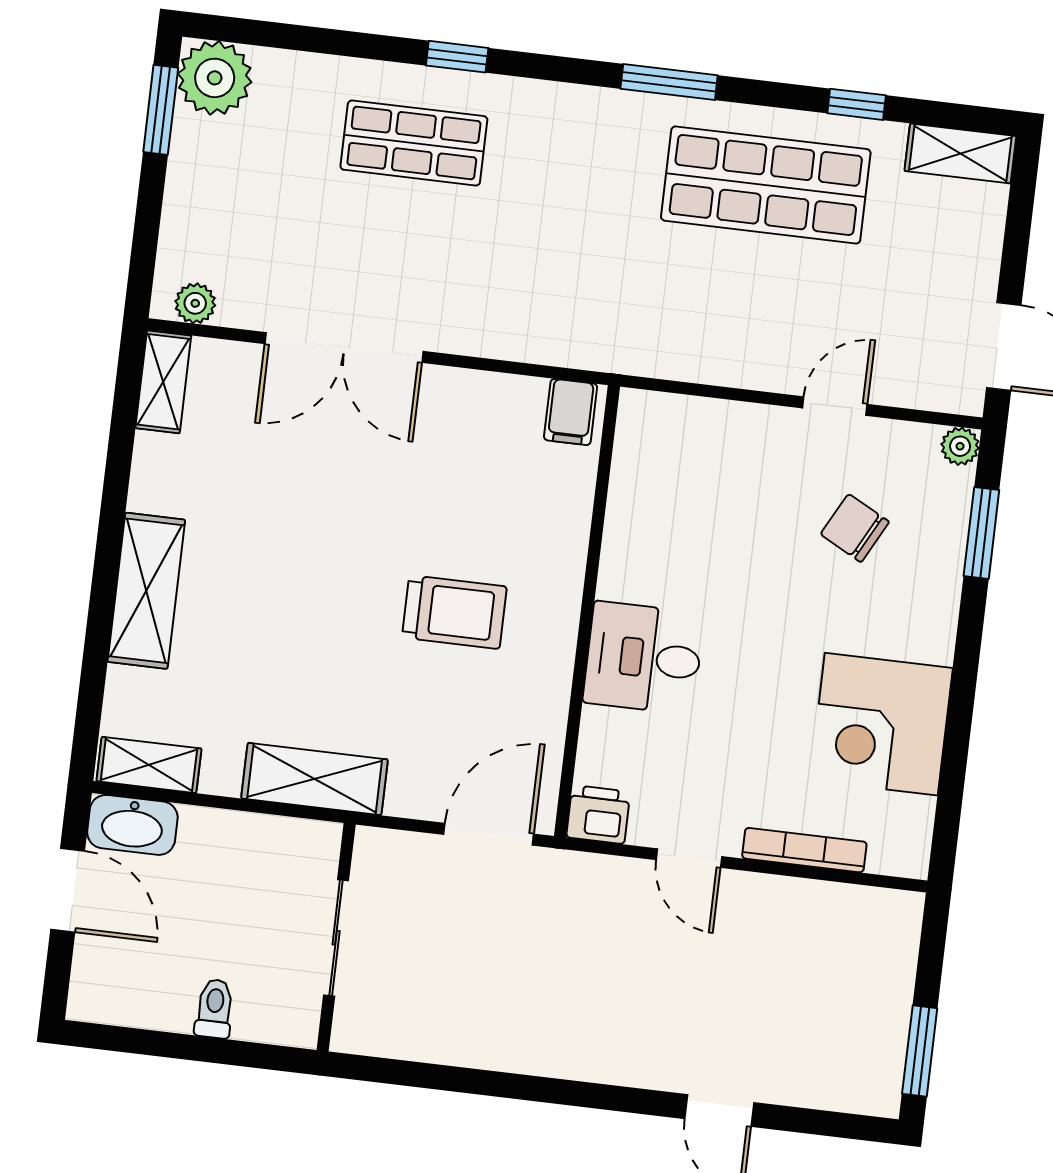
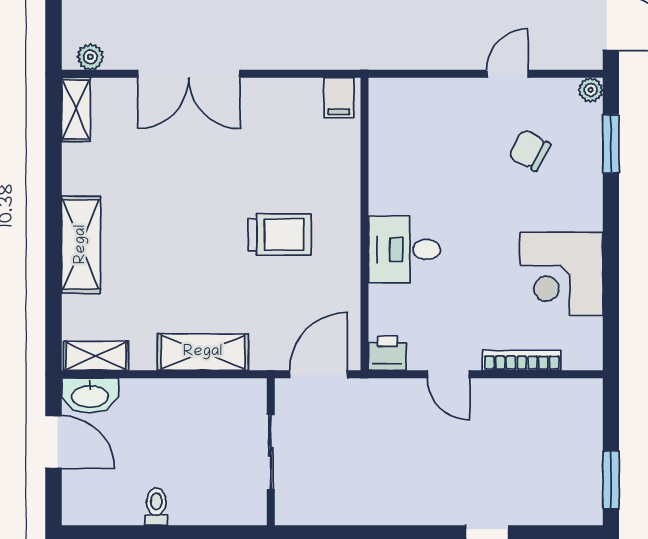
wall: (336, 937) -> (271, 452), moved
sliding door: (336, 938) -> (271, 452), moved

